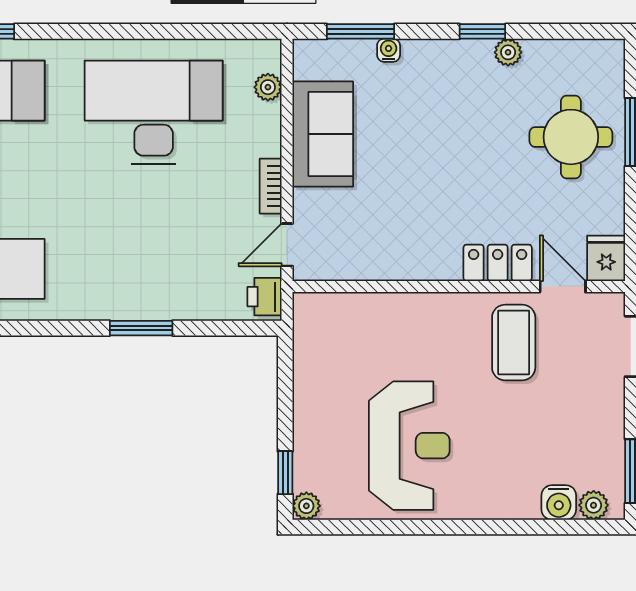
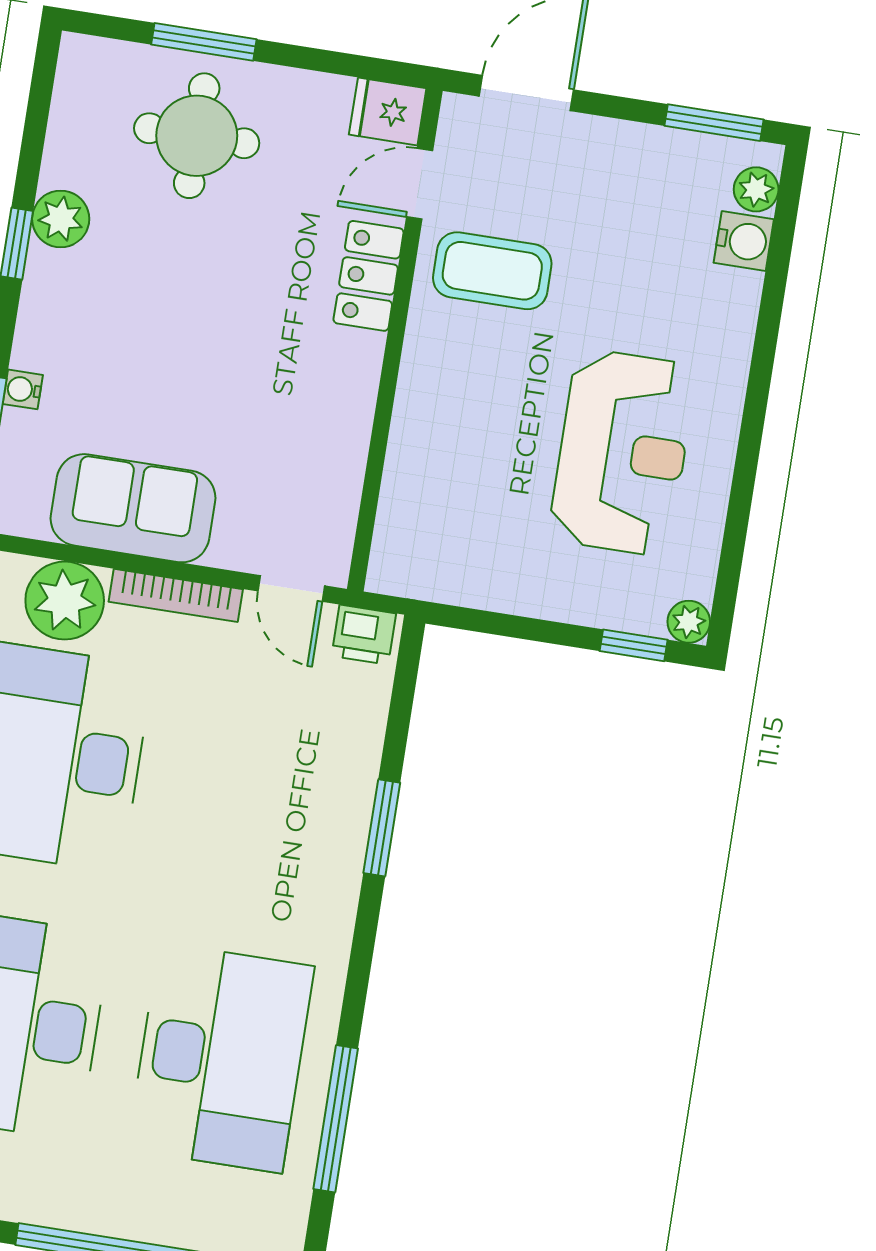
plant: (508, 52) -> (61, 219), width x1.38, depth x1.38
plant: (268, 87) -> (65, 601), width x1.88, depth x1.88
bookcase: (271, 186) -> (176, 595), width x1.56
reception desk: (409, 446) -> (623, 452), turned 90

